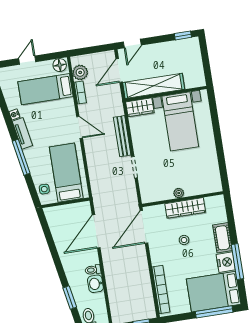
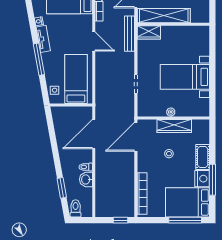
bed with nightstands: (180, 121) -> (185, 77), moved, turned 90
bench: (122, 136) -> (130, 34), moved

